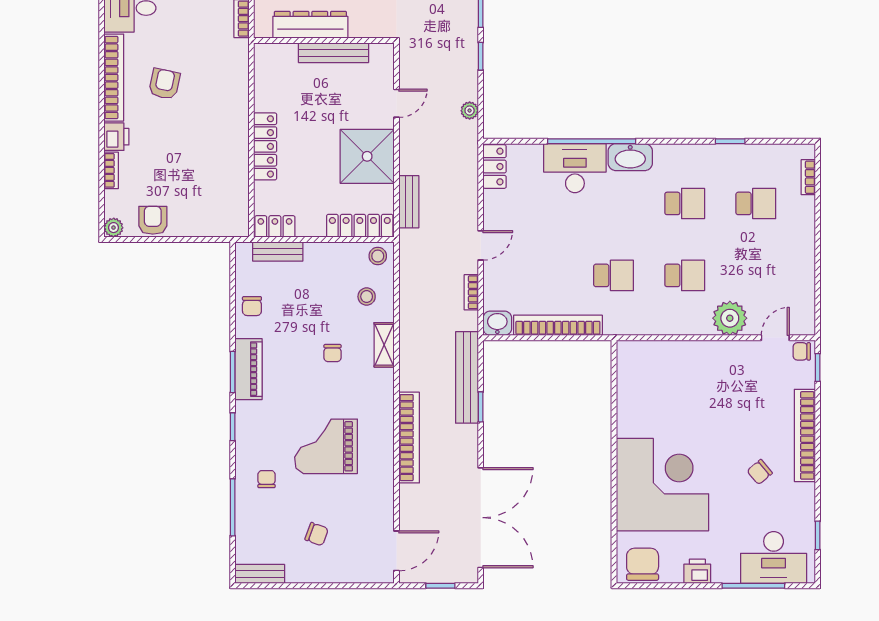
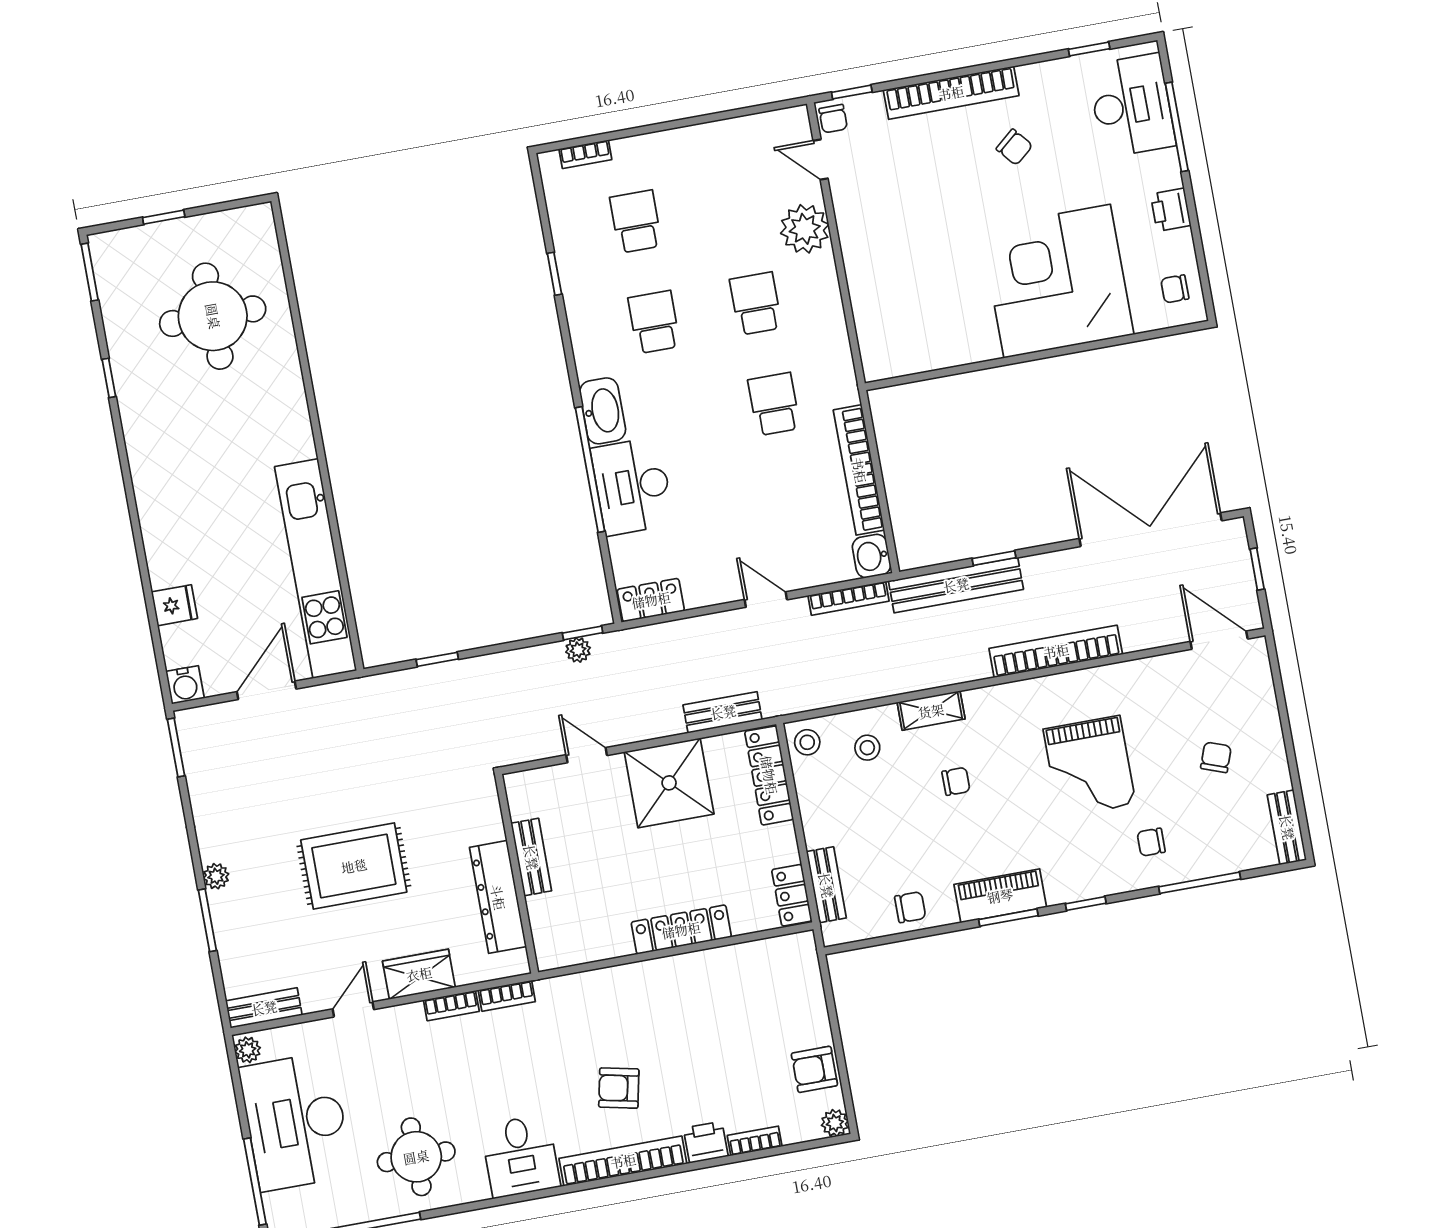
bench: (333, 53) -> (531, 857), width x0.73
window: (481, 56) -> (583, 633), moved
bookcase: (471, 292) -> (849, 598), width x1.56
chair: (643, 564) -> (1175, 289), width x0.54, depth x0.54

